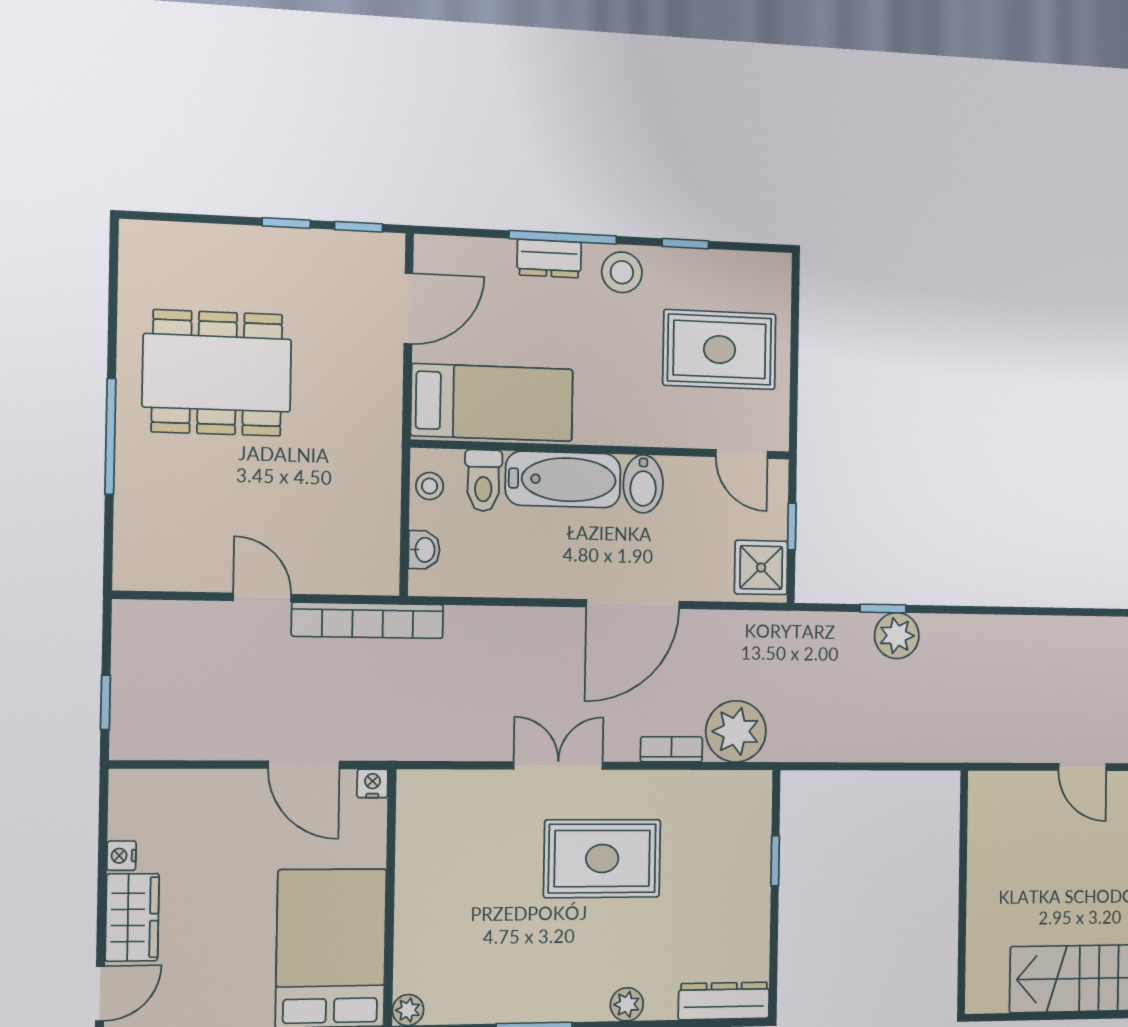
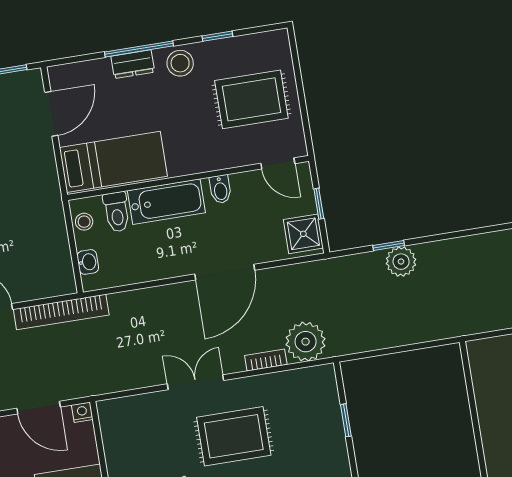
bidet: (643, 484) -> (220, 189), width x0.72, depth x0.74

